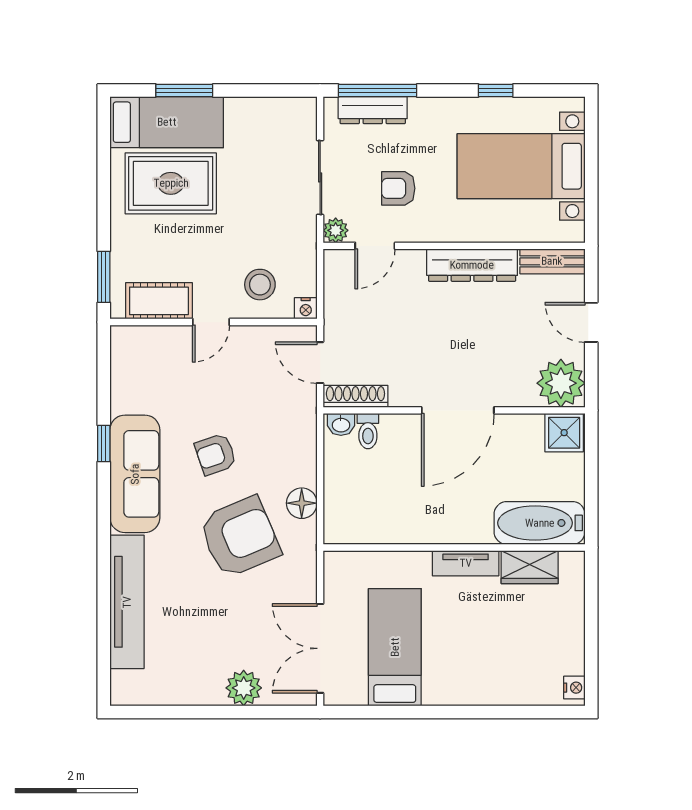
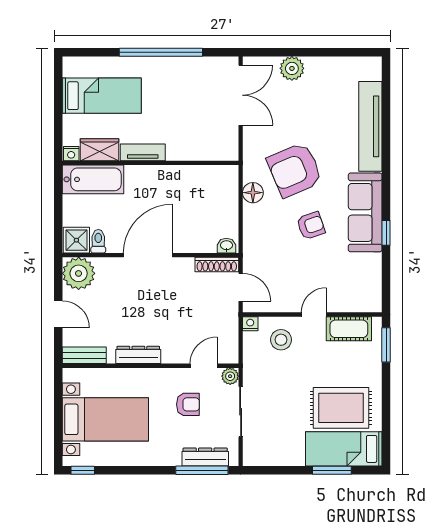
window: (496, 91) -> (83, 470), moved
dresser: (472, 265) -> (138, 355), width x0.73, depth x0.80
toilet: (368, 431) -> (98, 241), moved
bed: (395, 647) -> (102, 96), moved, turned -90
nightstand: (574, 688) -> (71, 154), moved, turned -90
window: (439, 712) -> (161, 52), added

